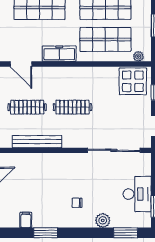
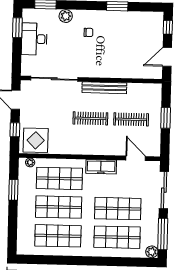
bench: (37, 142) -> (104, 88), moved
filing cabinet: (26, 220) -> (135, 18), removed

